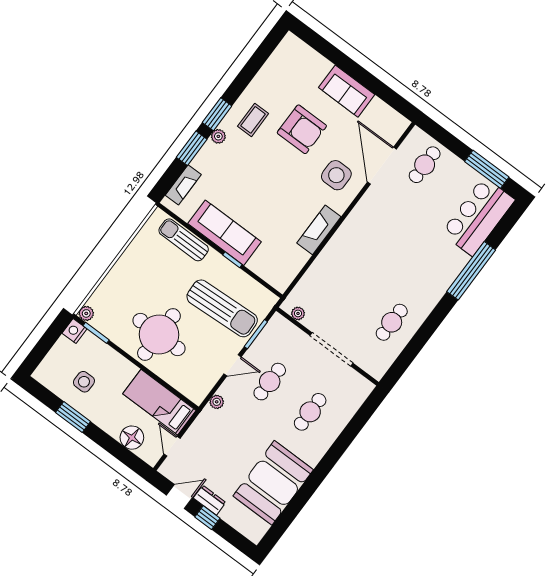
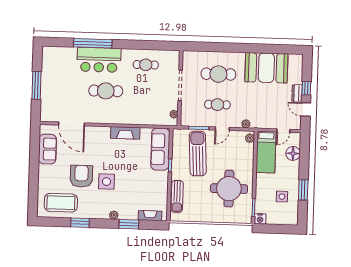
sofa: (347, 91) -> (47, 149), moved
window: (217, 114) -> (80, 223), moved
coffee table: (253, 120) -> (61, 203), moved, width x1.86, depth x1.72
cafe table: (425, 165) -> (106, 91), moved, width x1.37, depth x1.35
door: (382, 166) -> (72, 124), hinge flipped
window: (487, 169) -> (37, 85), moved
side table: (336, 175) -> (107, 182), moved
bar counter: (478, 216) -> (99, 60), moved
sofa: (224, 233) -> (160, 149), moved
plant: (86, 313) -> (250, 138), moved
round table: (159, 334) -> (229, 189), moved
door: (233, 365) -> (222, 129), swing flipped
cafe table: (310, 412) -> (218, 74), width x1.37, depth x1.35

